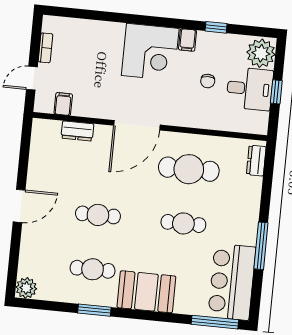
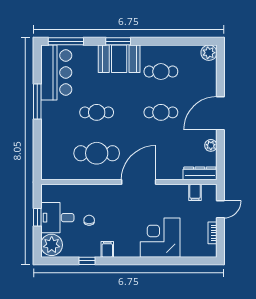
corner desk: (150, 52) -> (160, 238), moved
dresser: (77, 131) -> (200, 173), moved, width x1.44
dresser: (256, 161) -> (47, 165), removed
plant: (36, 164) -> (211, 145), added
door: (19, 206) -> (220, 113), width x1.36
window: (94, 310) -> (118, 41), moved

